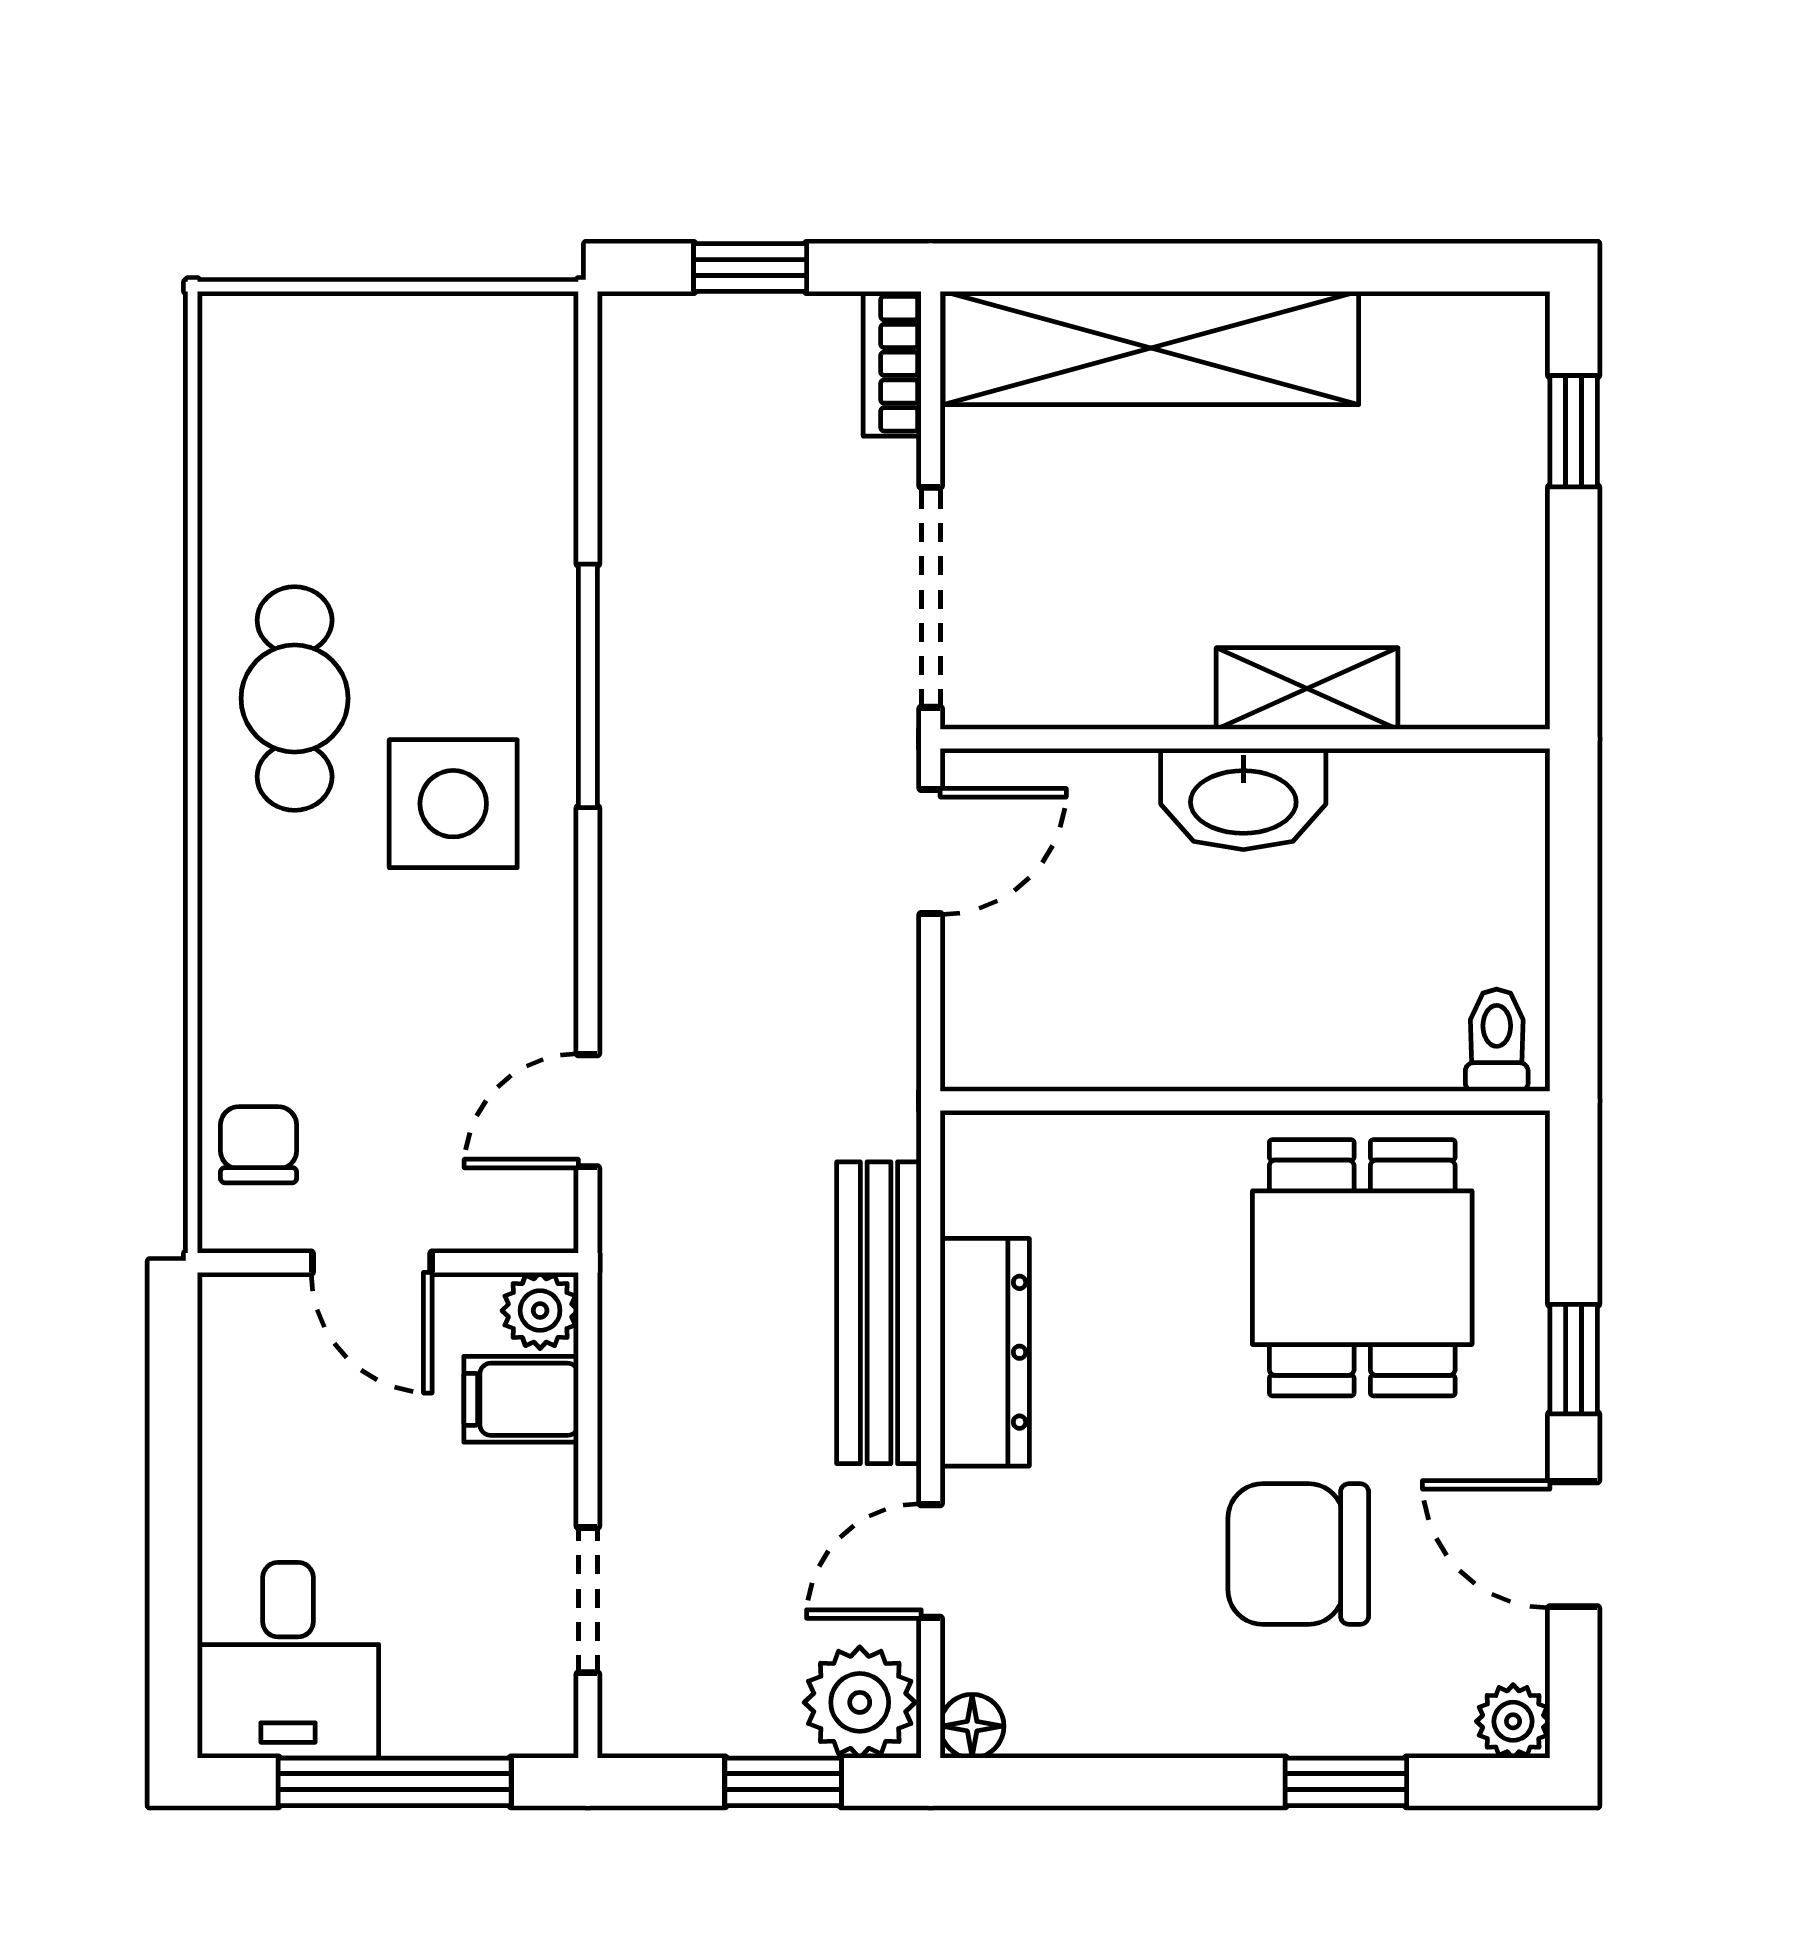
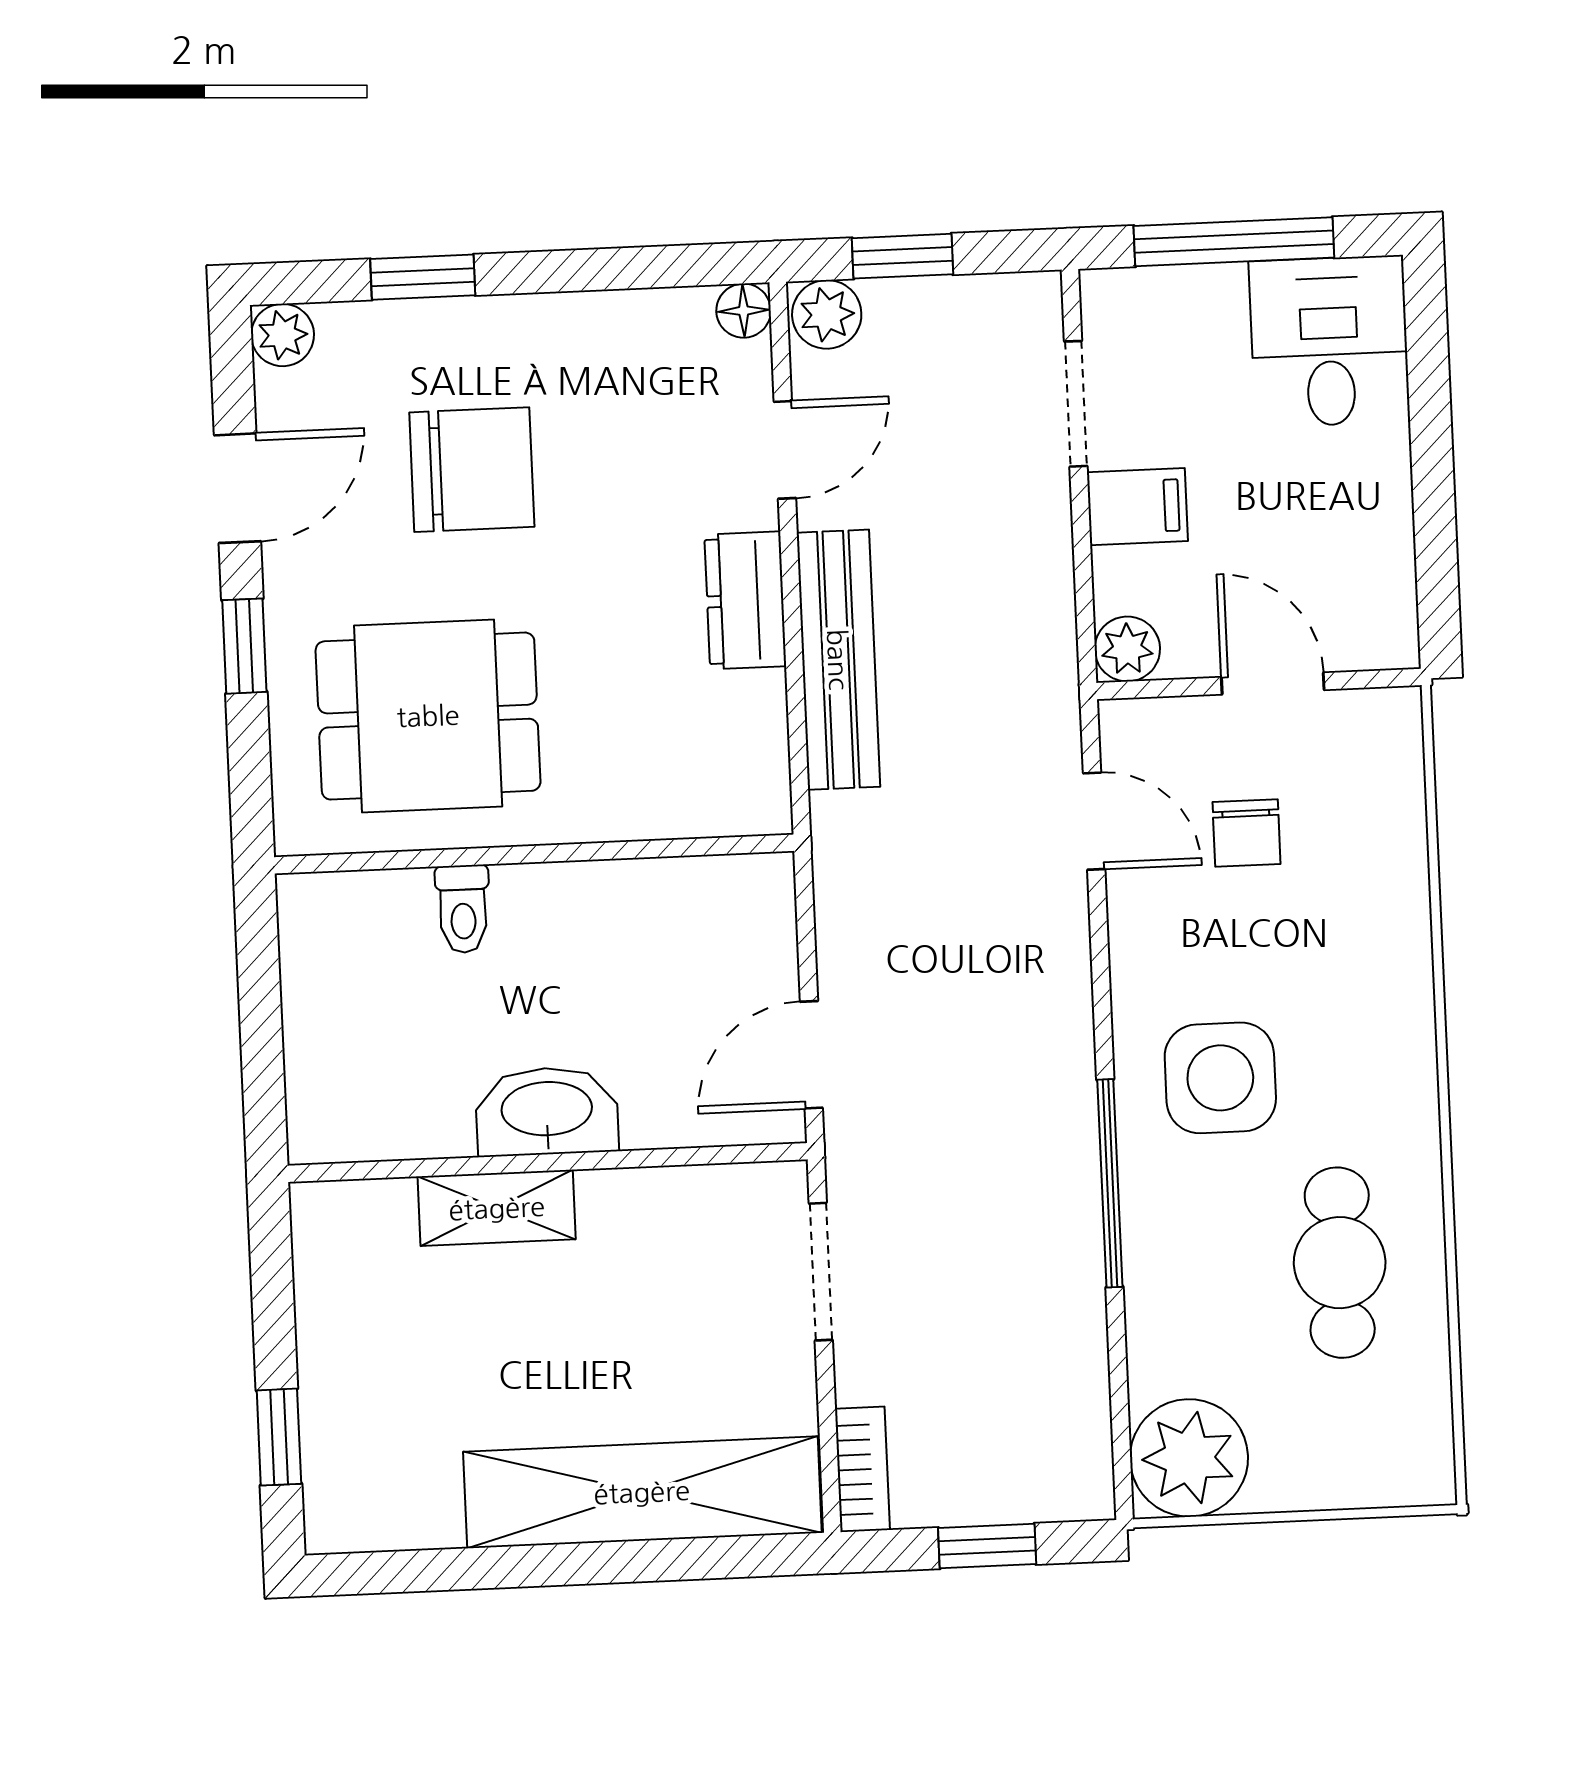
plant: (509, 360) -> (1189, 1458), added
doorway: (931, 597) -> (821, 1272), width x0.73
cafe table: (295, 698) -> (1340, 1263), moved
toilet: (1497, 1040) -> (463, 909), moved
door: (588, 1111) -> (1094, 821), hinge flipped
chair: (259, 1145) -> (1246, 833), moved
dining table: (1362, 1268) -> (428, 716), turned 90
dresser: (985, 1352) -> (745, 600), width x0.70
filing cabinet: (521, 1399) -> (1137, 507), moved
door: (1574, 1544) -> (238, 488), hinge flipped
plant: (860, 1702) -> (827, 314), width x0.73, depth x0.73

